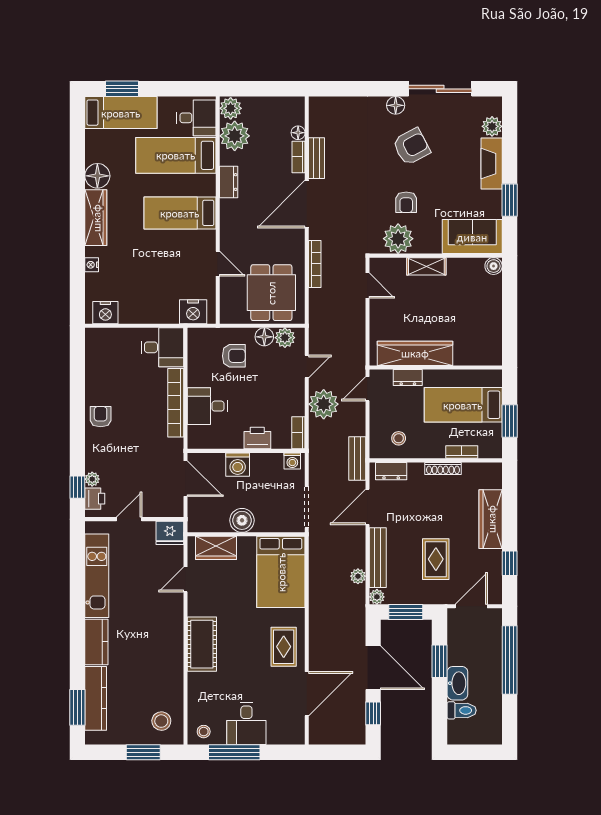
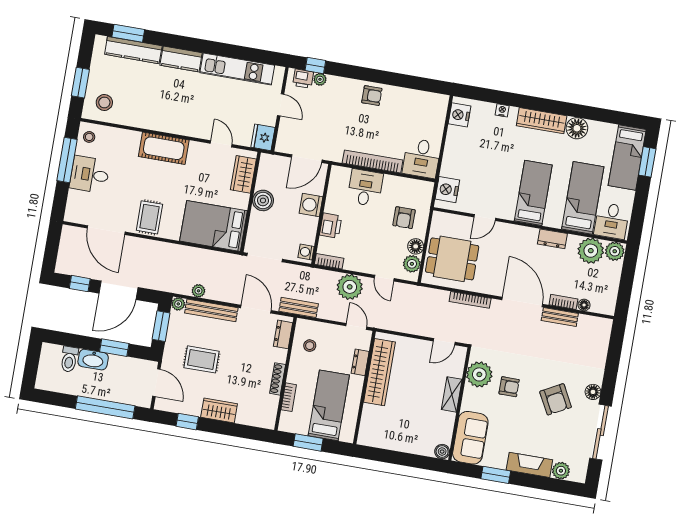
armchair: (406, 202) -> (509, 387), turned 180
wardrobe: (491, 519) -> (219, 410), width x0.67
rug: (284, 647) -> (149, 217), turned 90

